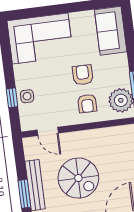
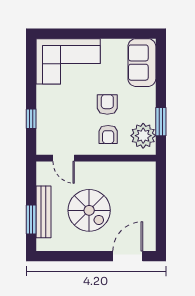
side table: (27, 96) -> (47, 119), removed

